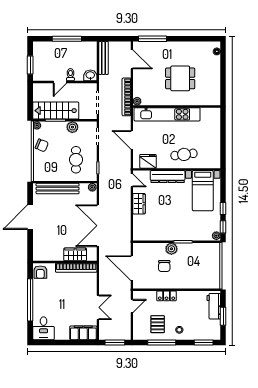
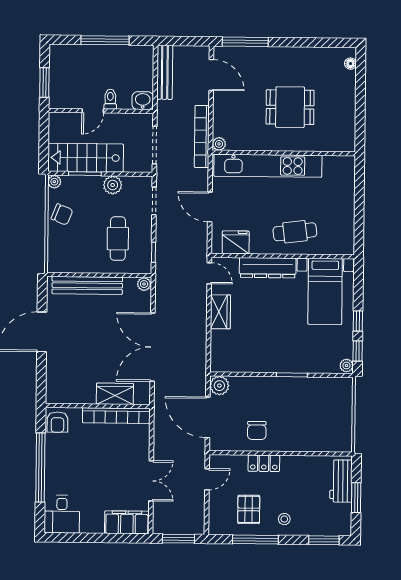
plant: (171, 249) -> (219, 386), moved
chair: (164, 266) -> (257, 430), moved

